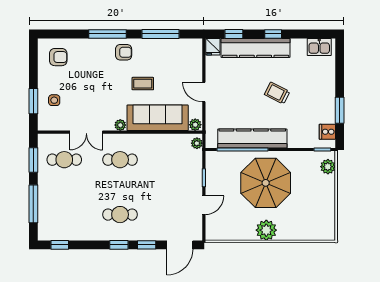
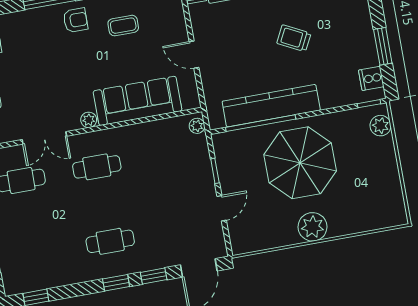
coffee table: (143, 84) -> (123, 26), moved
plant: (195, 125) -> (190, 101), removed

